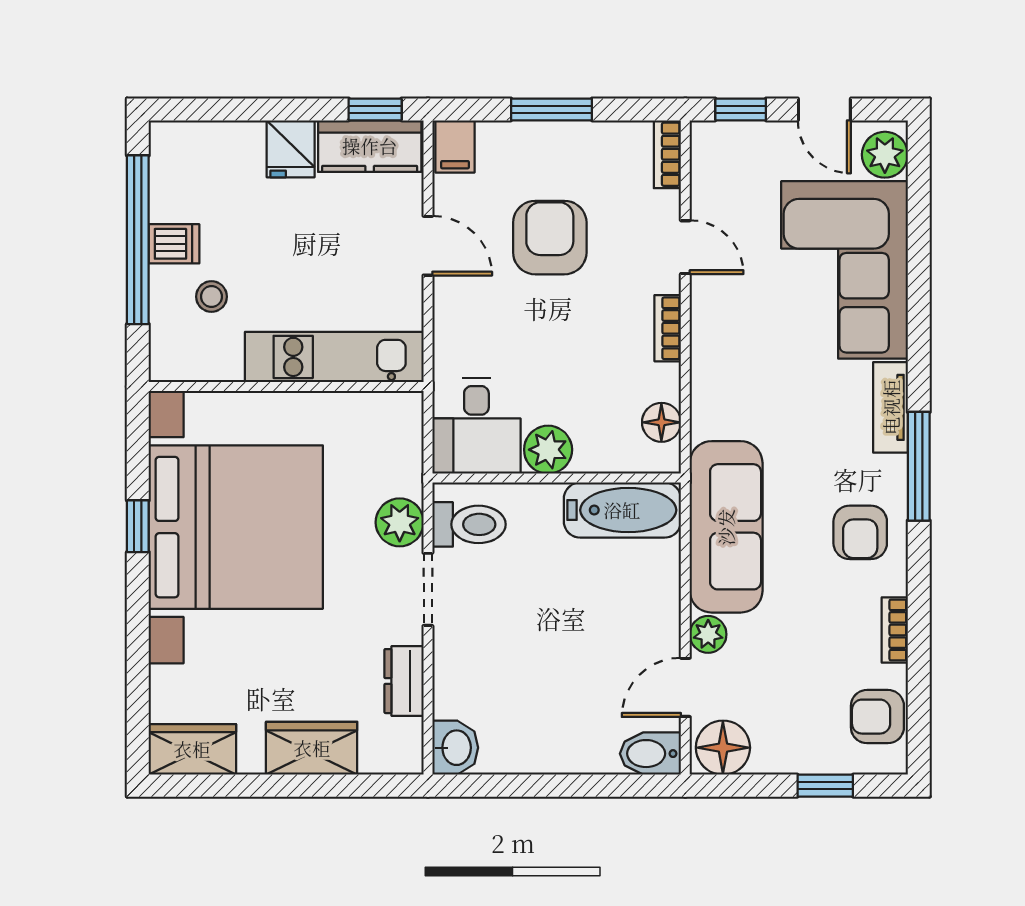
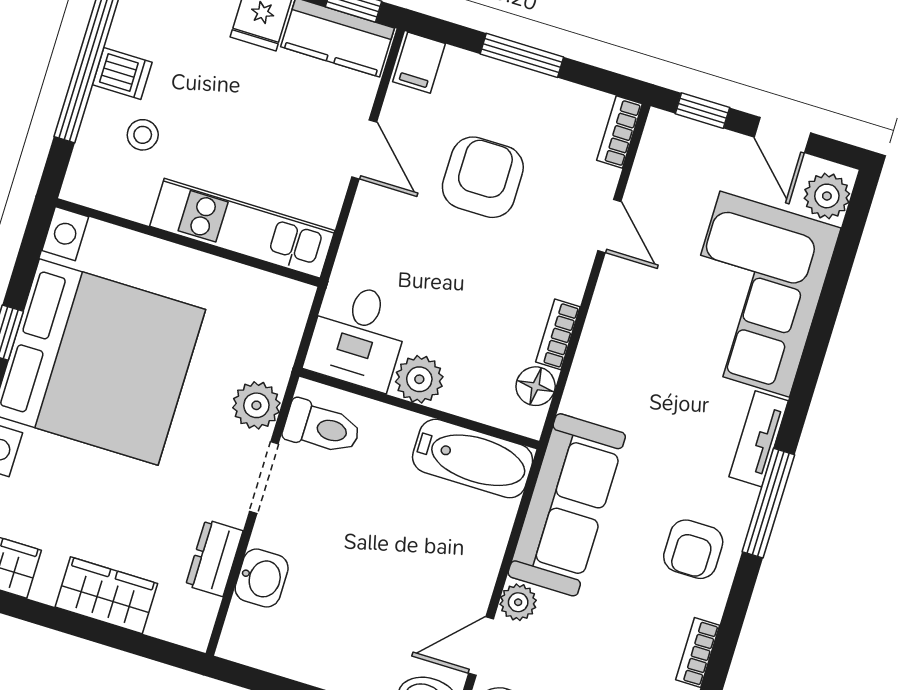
bookcase: (668, 328) -> (558, 334), moved
washbasin: (455, 748) -> (262, 578), moved

